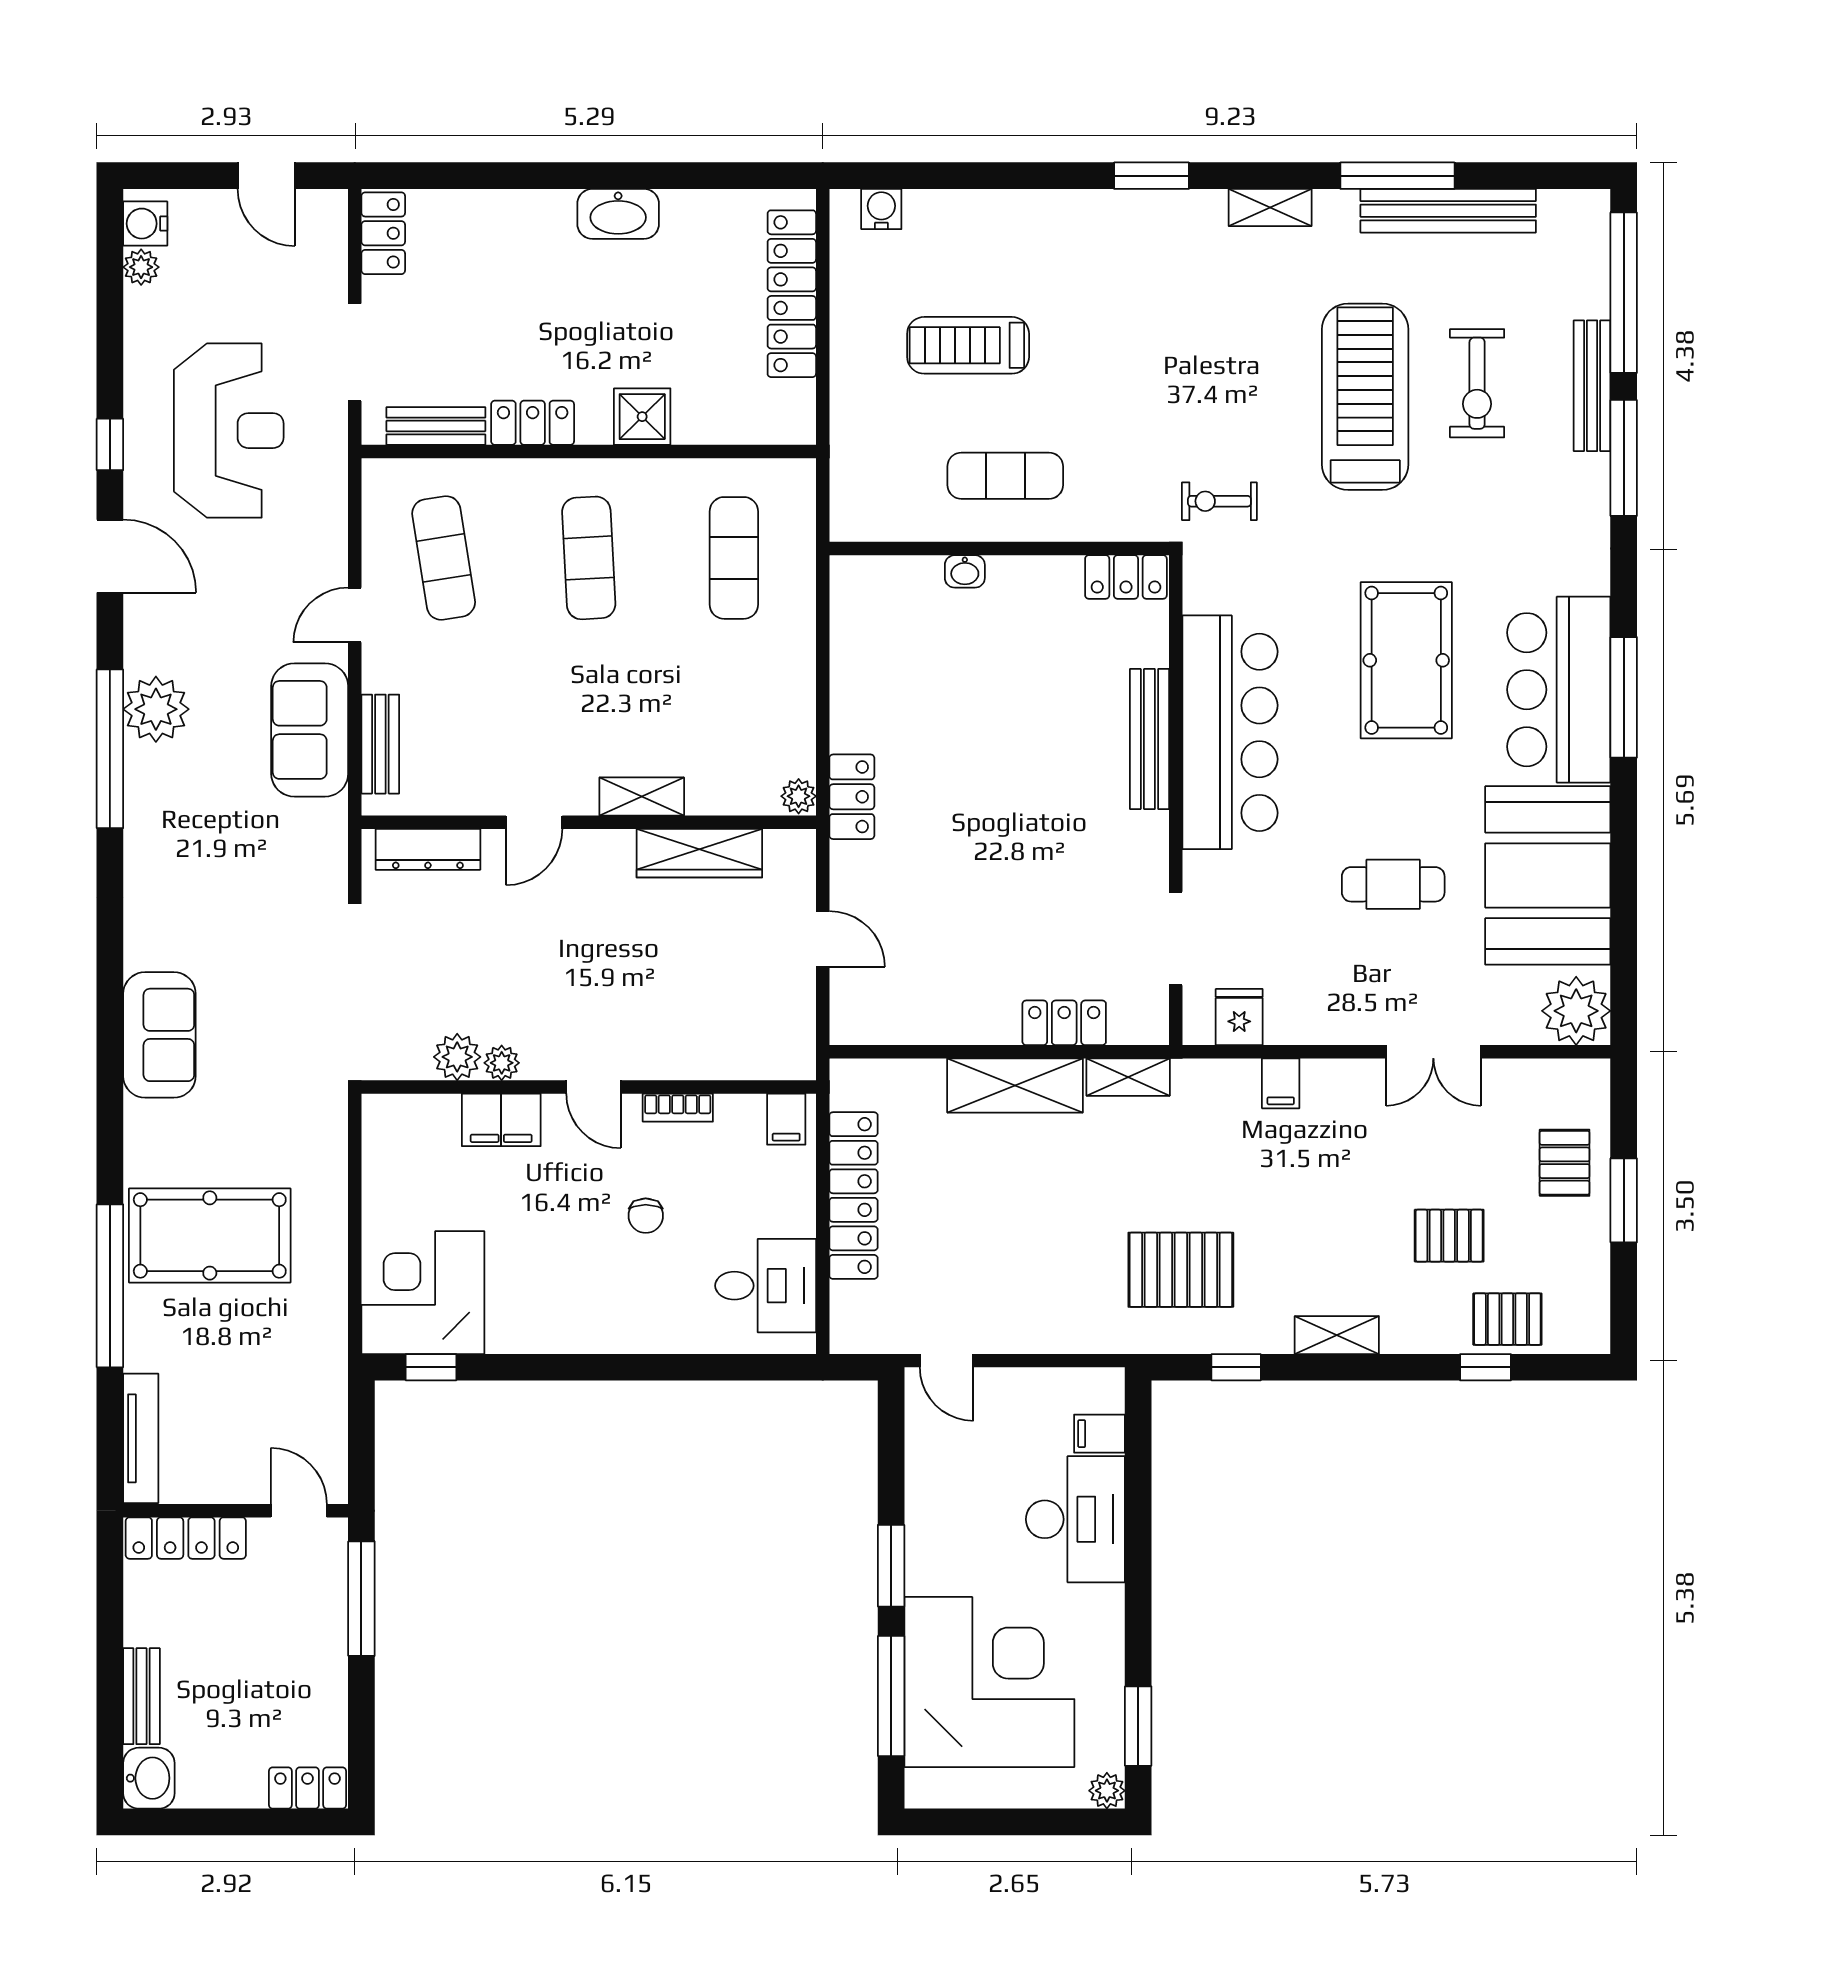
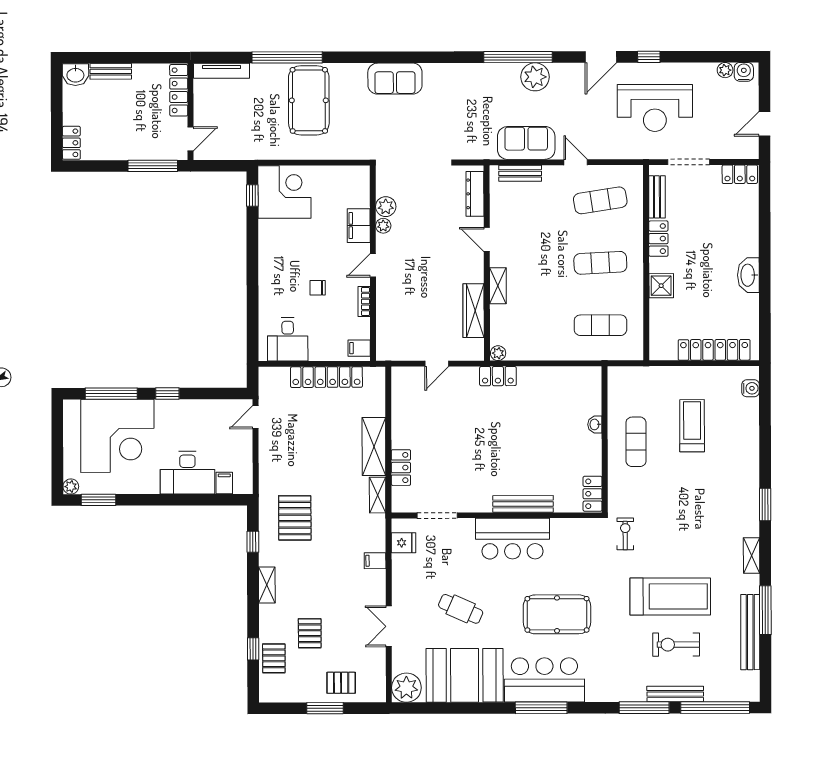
bar counter: (1230, 732) -> (512, 539), width x0.73
cafe table: (1393, 884) -> (461, 609), turned -66
window: (891, 1566) -> (167, 394), width x0.67

